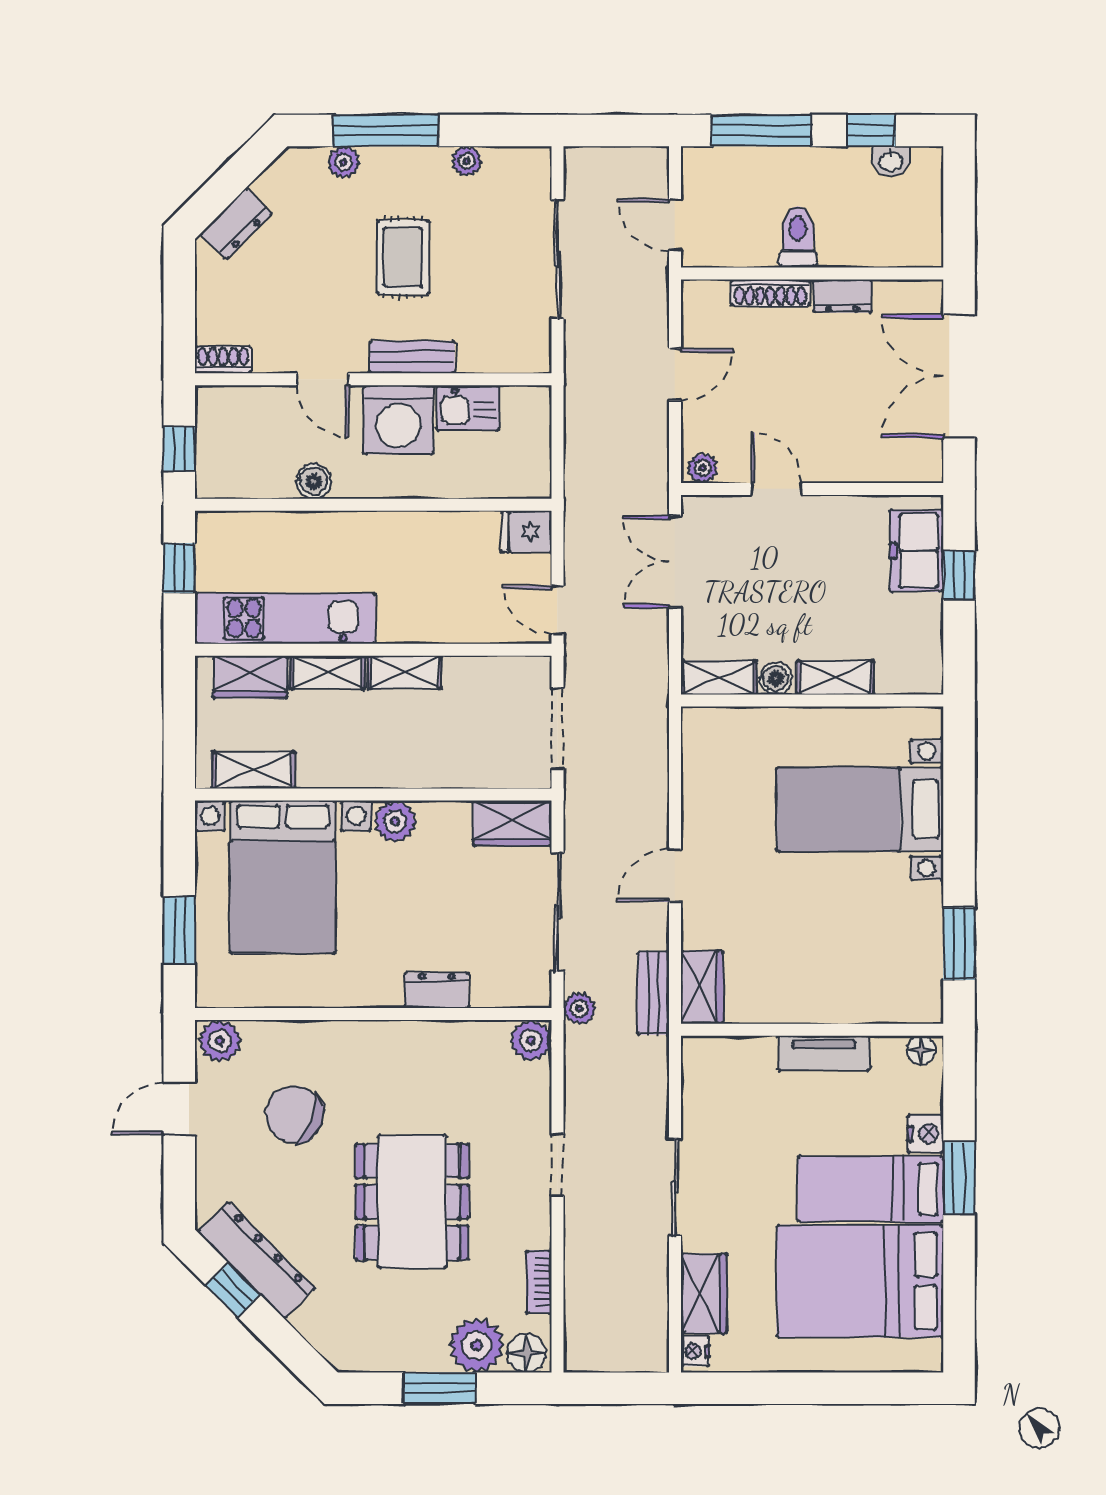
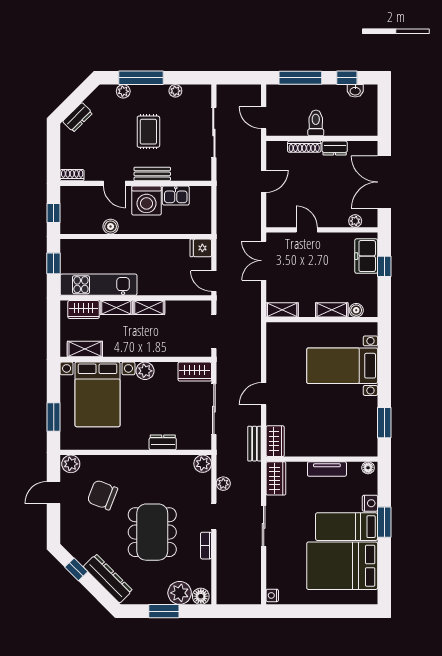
plant: (703, 468) -> (355, 221), moved
boiler: (776, 678) -> (356, 310), moved
plant: (580, 1008) -> (223, 484), moved
dresser: (256, 1260) -> (108, 578), moved
bookcase: (539, 1282) -> (206, 546), moved
wardrobe: (704, 1293) -> (276, 478), moved

